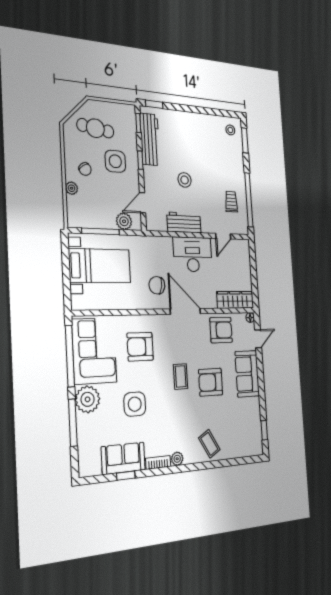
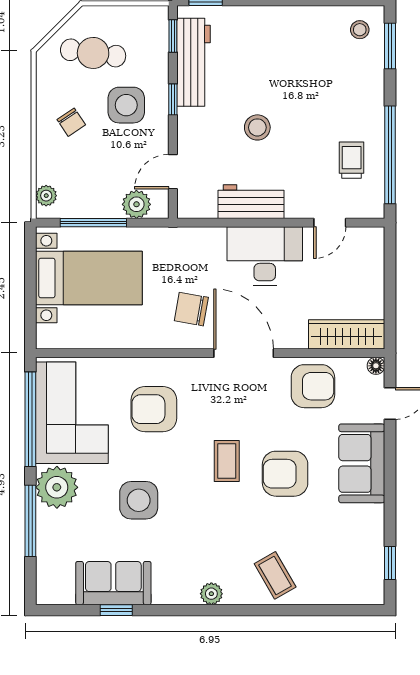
plant: (72, 188) -> (46, 196), moved
bookcase: (158, 462) -> (176, 596), removed

